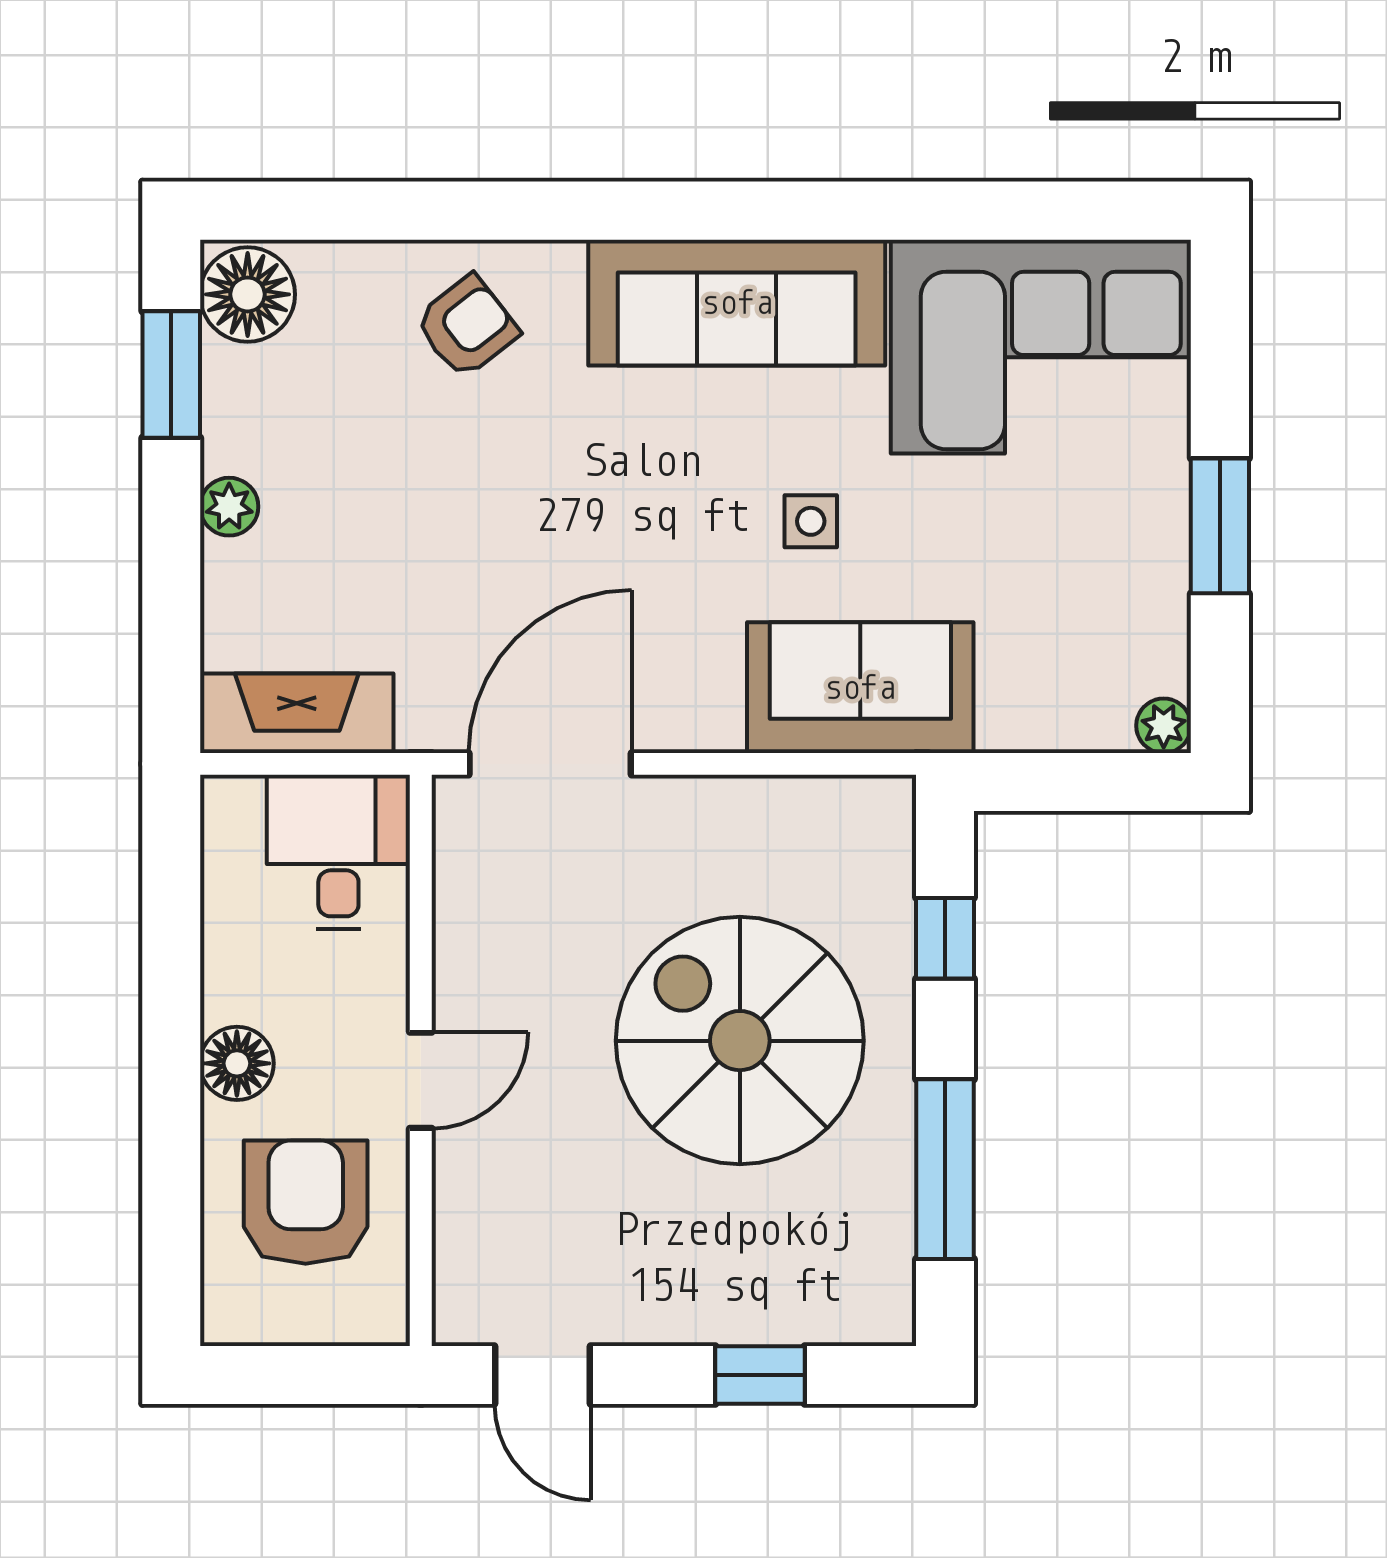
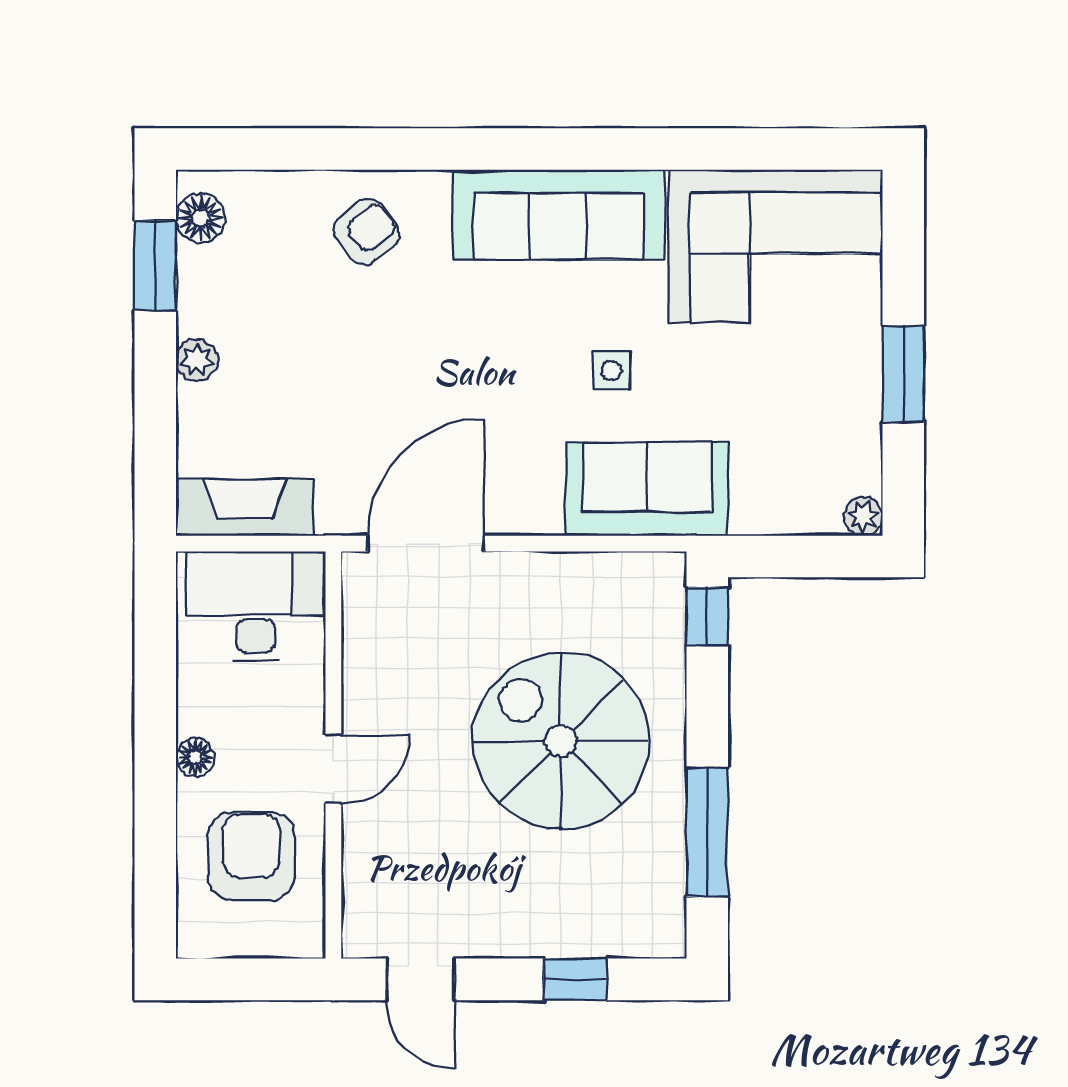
floor lamp: (248, 294) -> (201, 218), width x0.73, depth x0.73
desk: (338, 852) -> (256, 606), width x1.37
window: (945, 938) -> (707, 616), moved
floor lamp: (237, 1063) -> (195, 757), width x0.73, depth x0.73

